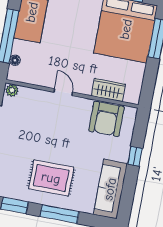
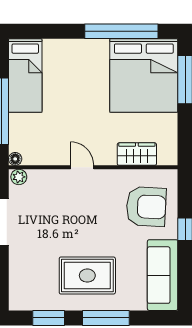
floor lamp: (15, 60) -> (15, 159), moved
armchair: (106, 119) -> (146, 207), moved, turned -87

